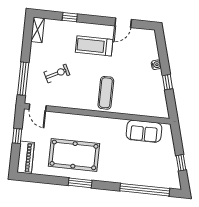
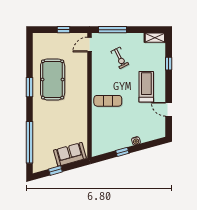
sofa: (144, 131) -> (70, 154), moved, turned 75
piano: (26, 157) -> (46, 39), removed

